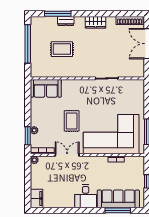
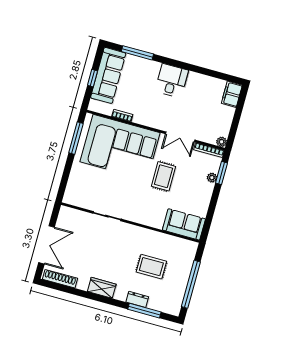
sofa: (118, 199) -> (108, 75), moved, turned -90

